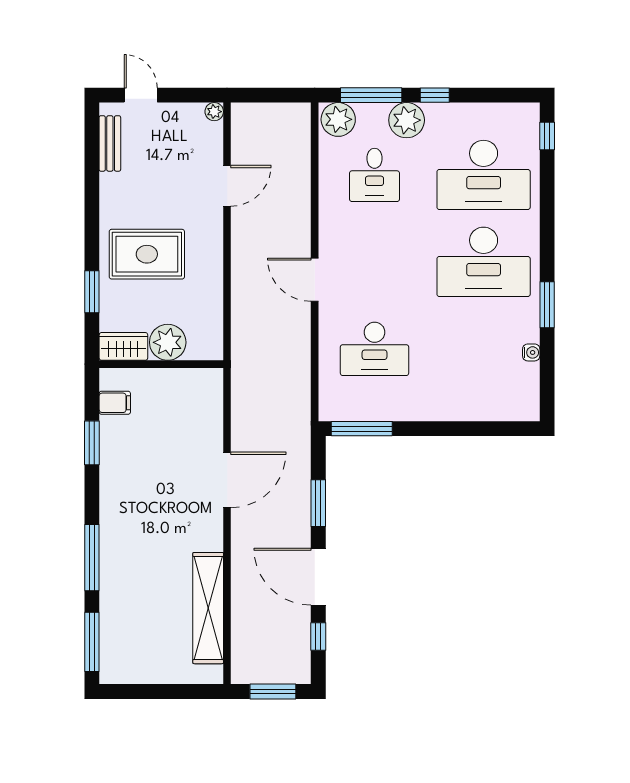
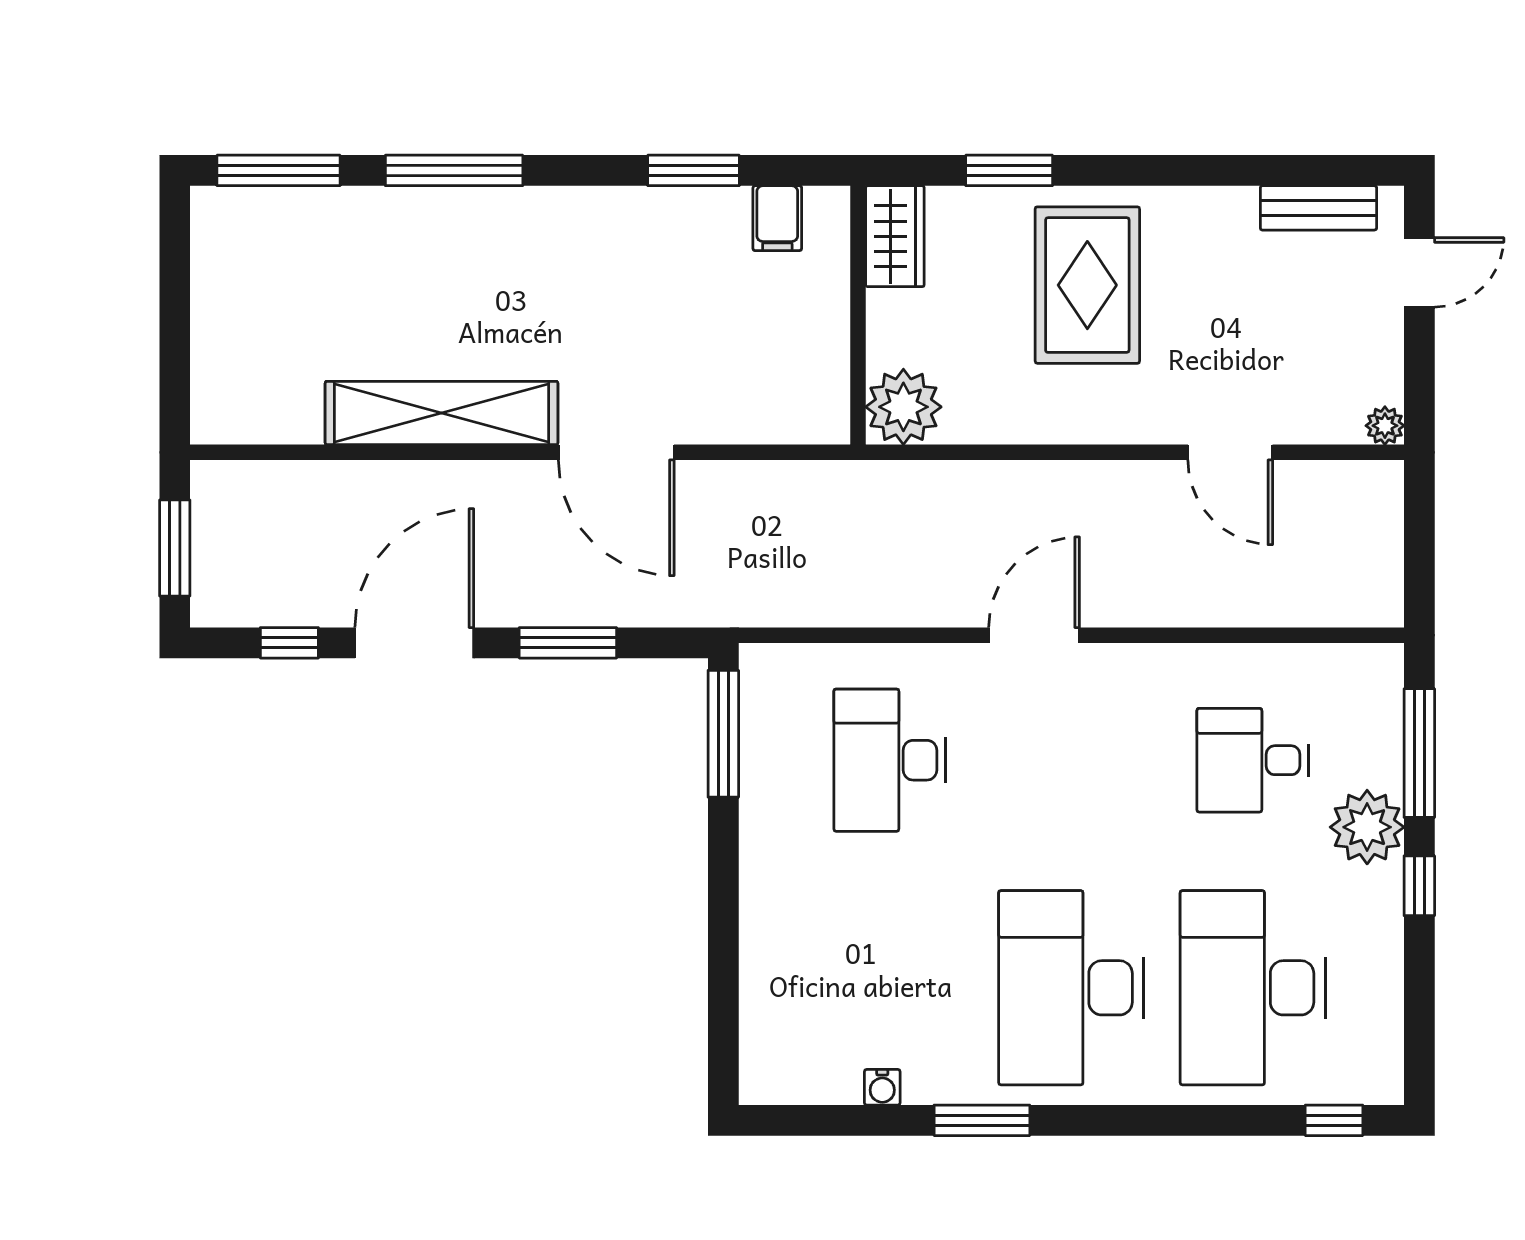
plant: (338, 119) -> (1369, 684), removed
plant: (168, 342) -> (903, 407), moved
shelving: (208, 608) -> (442, 413), moved

